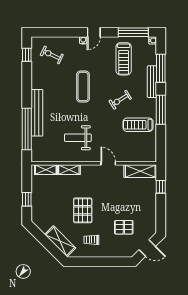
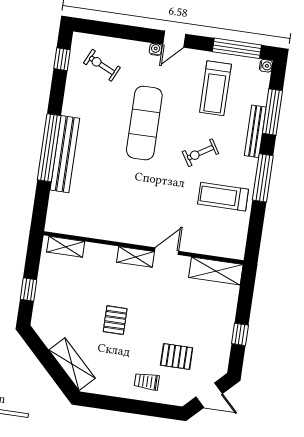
exercise mat: (83, 87) -> (144, 123), width x1.36, depth x1.45
window: (27, 129) -> (49, 148), moved
weight bench: (78, 138) -> (124, 203), removed
door: (108, 163) -> (167, 251), hinge flipped
shelving: (69, 170) -> (135, 257), moved
window: (161, 187) -> (240, 334), moved
pallet: (83, 210) -> (115, 320), width x0.67, depth x0.71
trolley: (91, 240) -> (147, 381), moved

